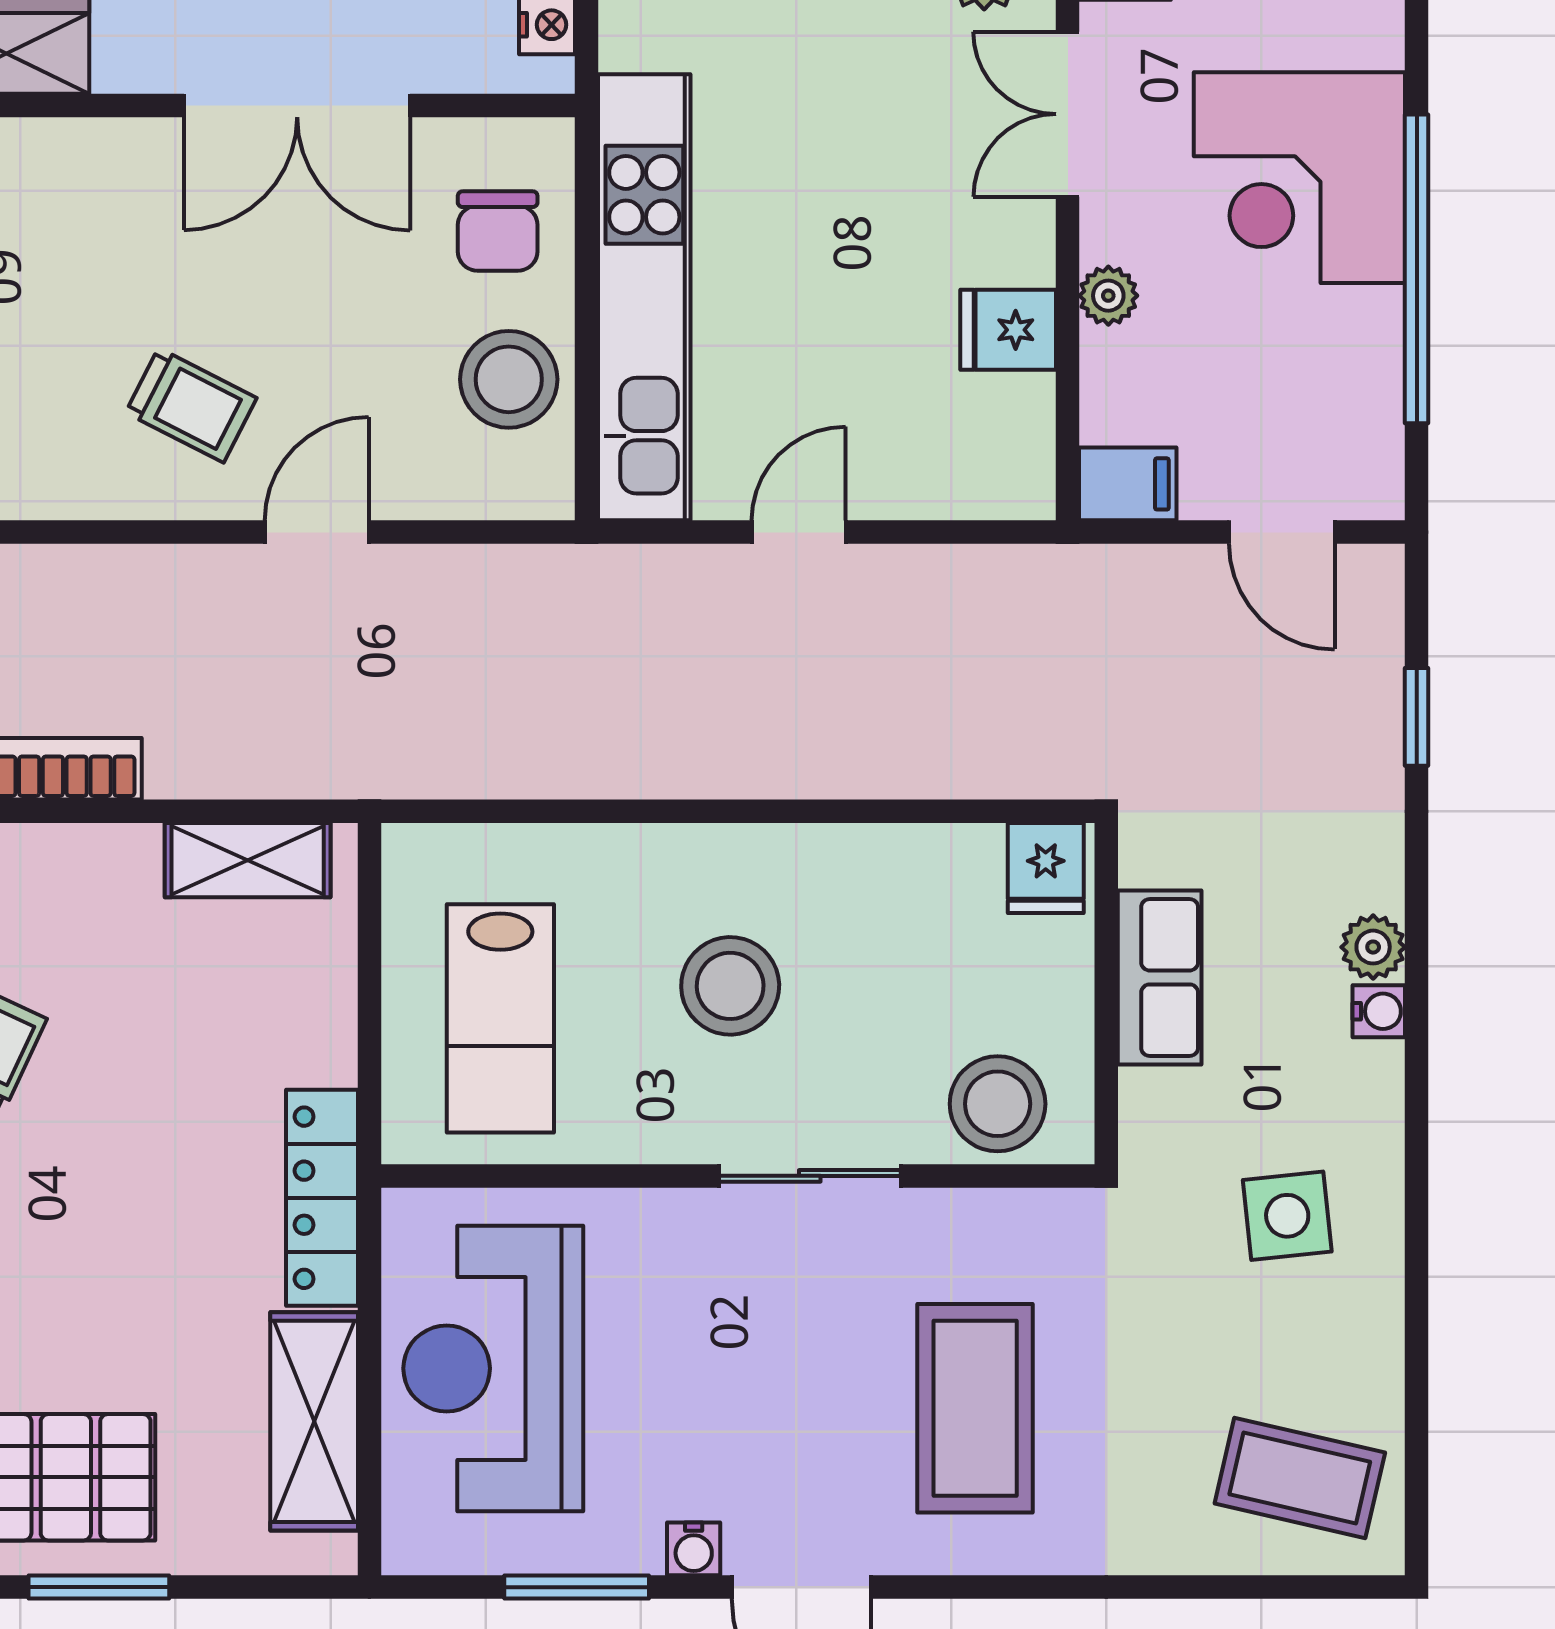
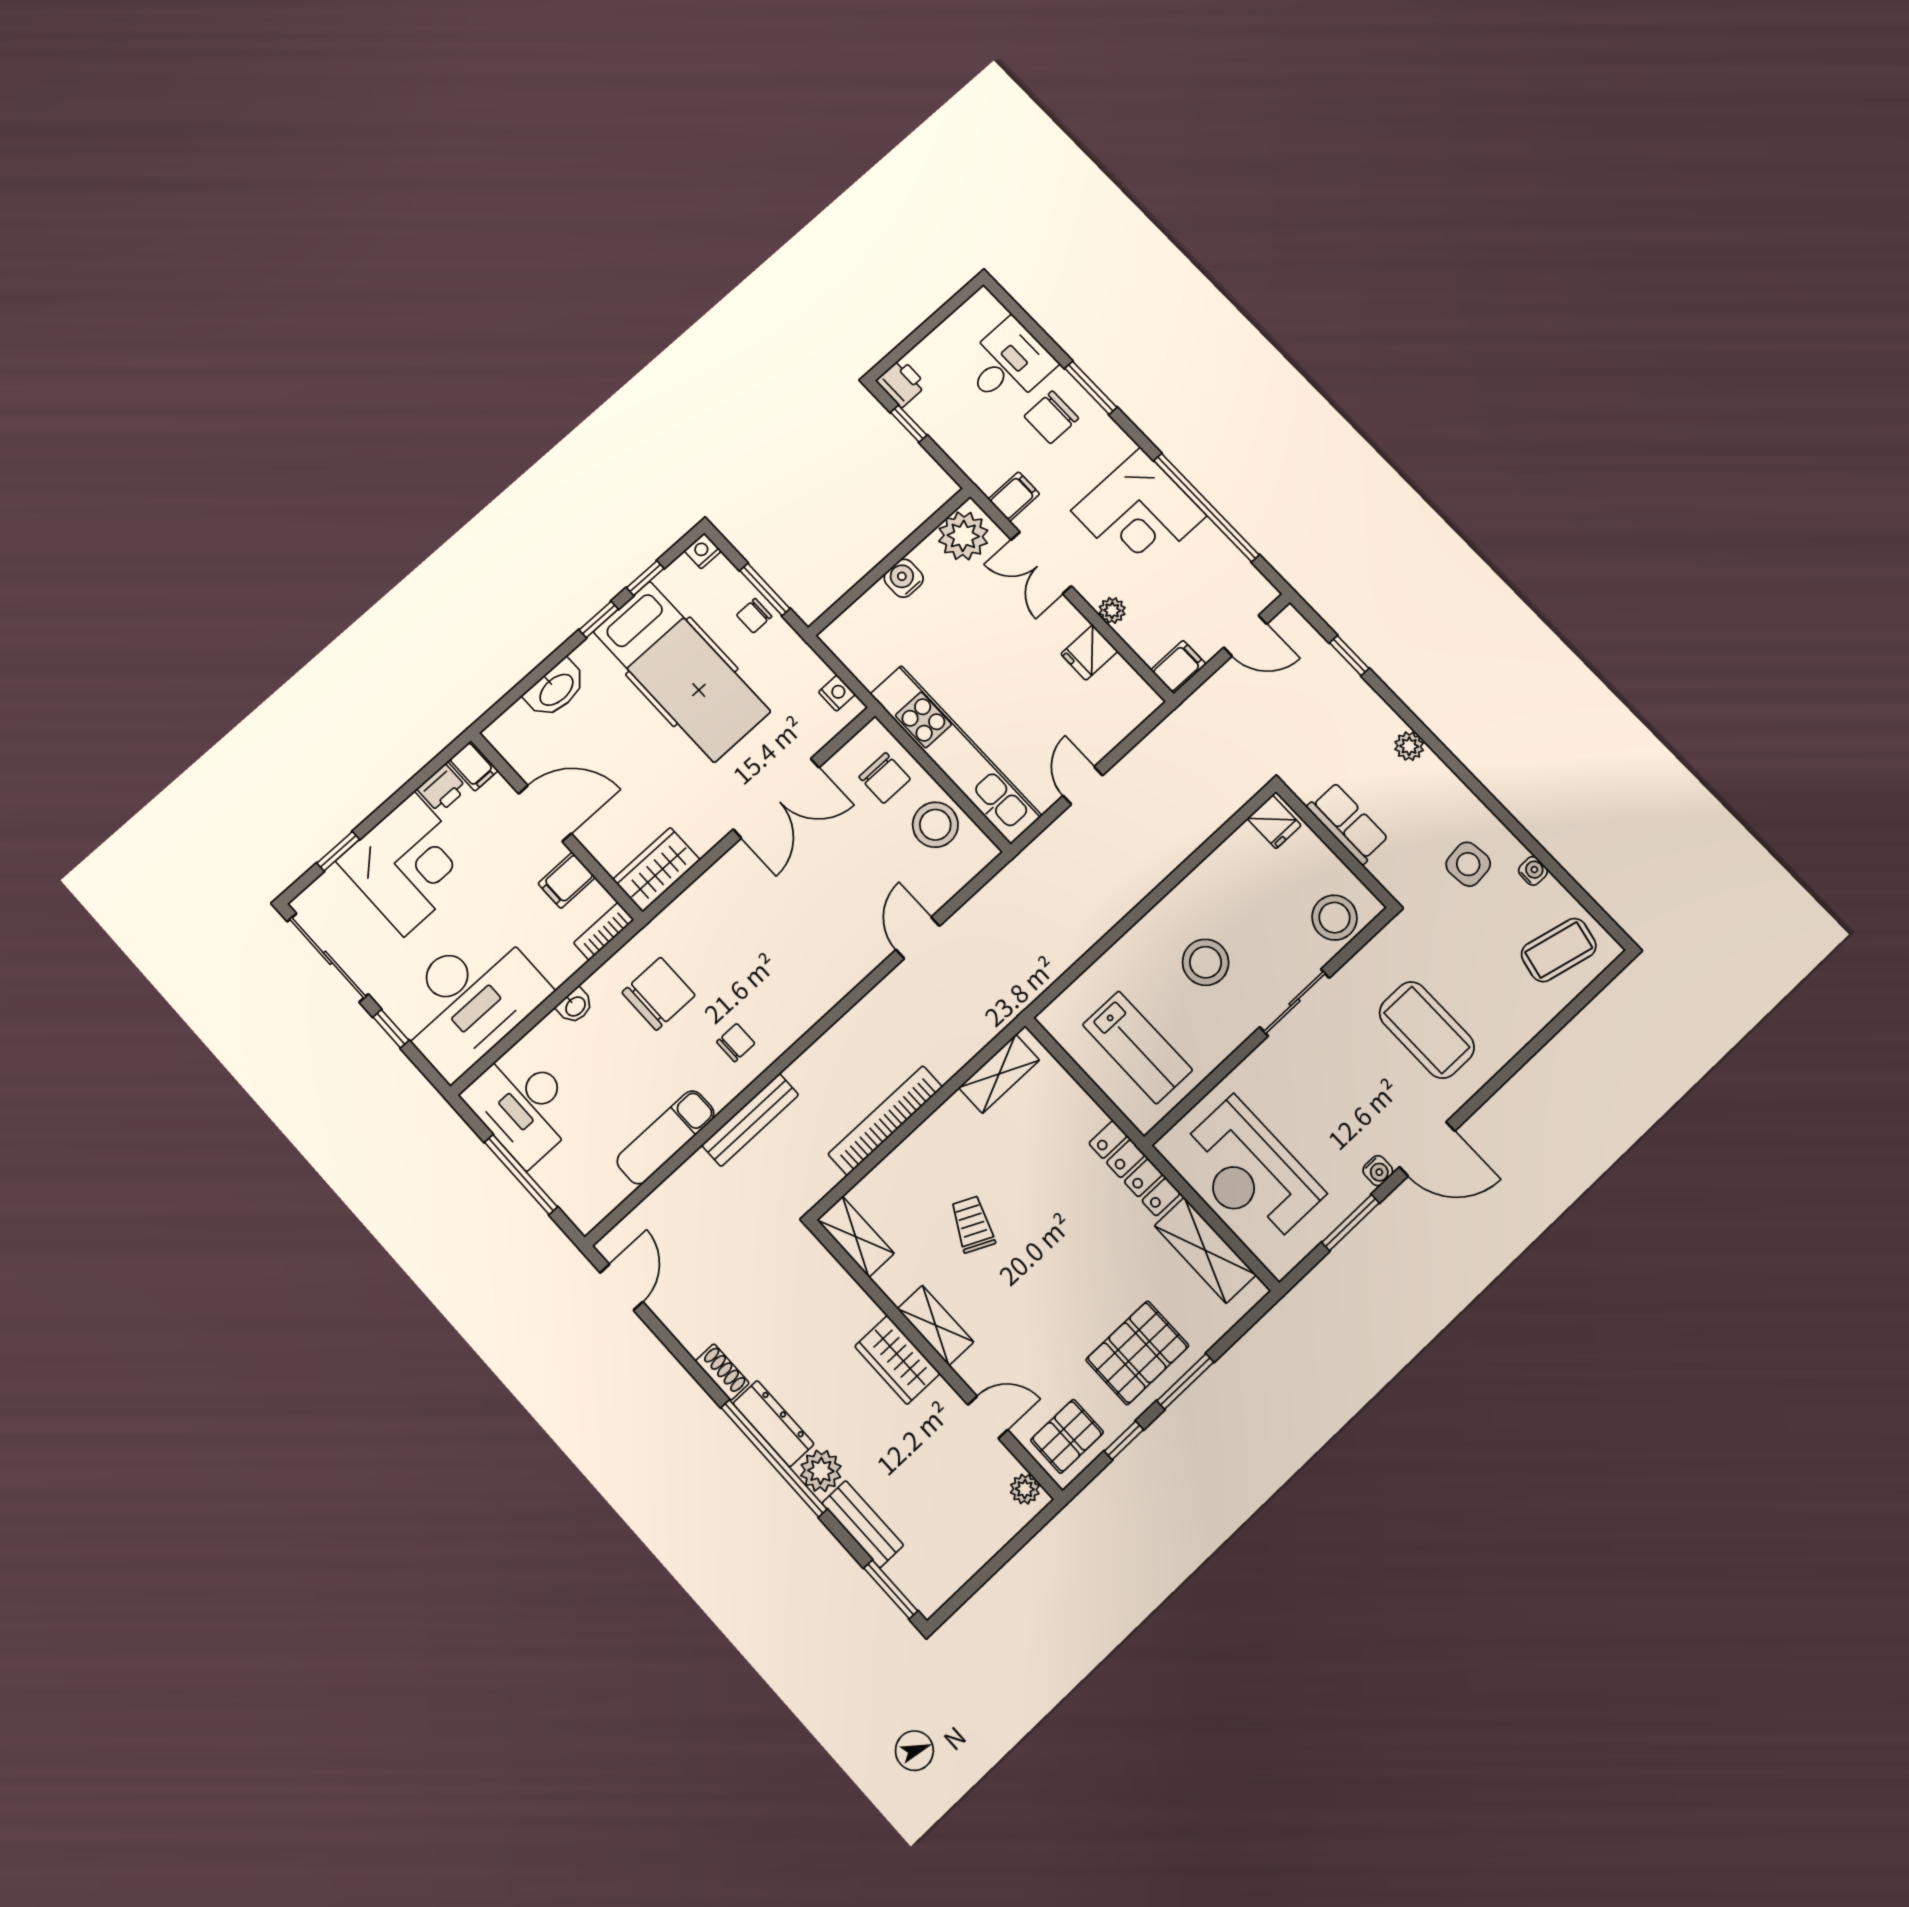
trolley: (191, 405) -> (834, 934), removed
water cooler: (1379, 1011) -> (1533, 871), moved

